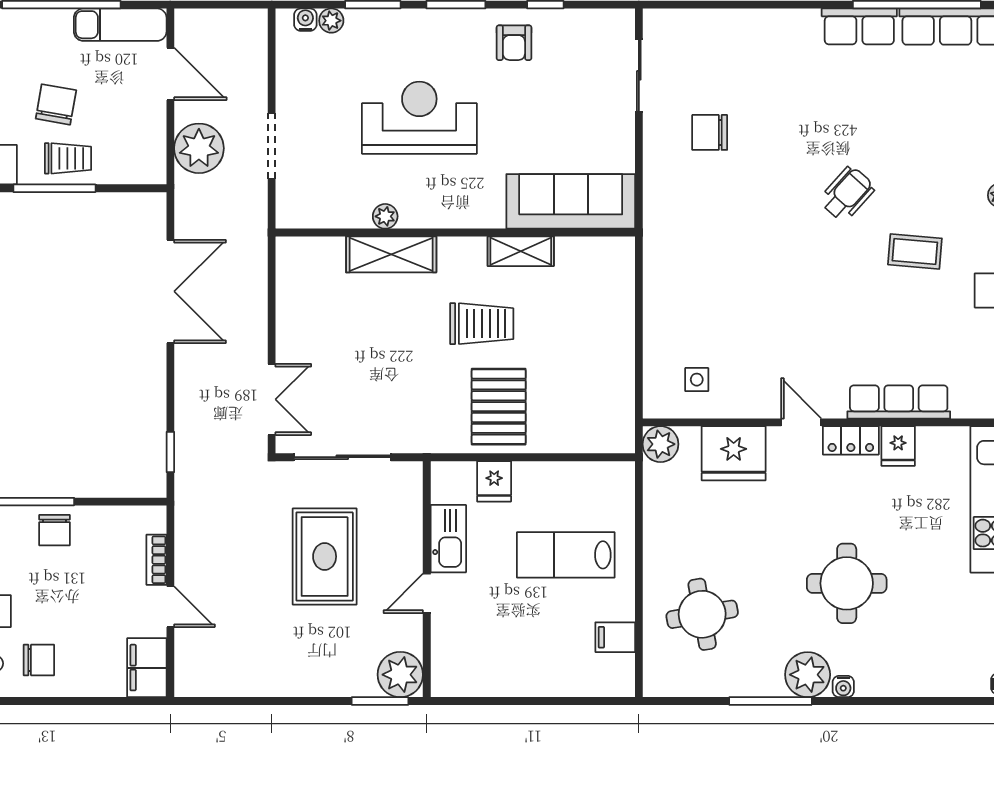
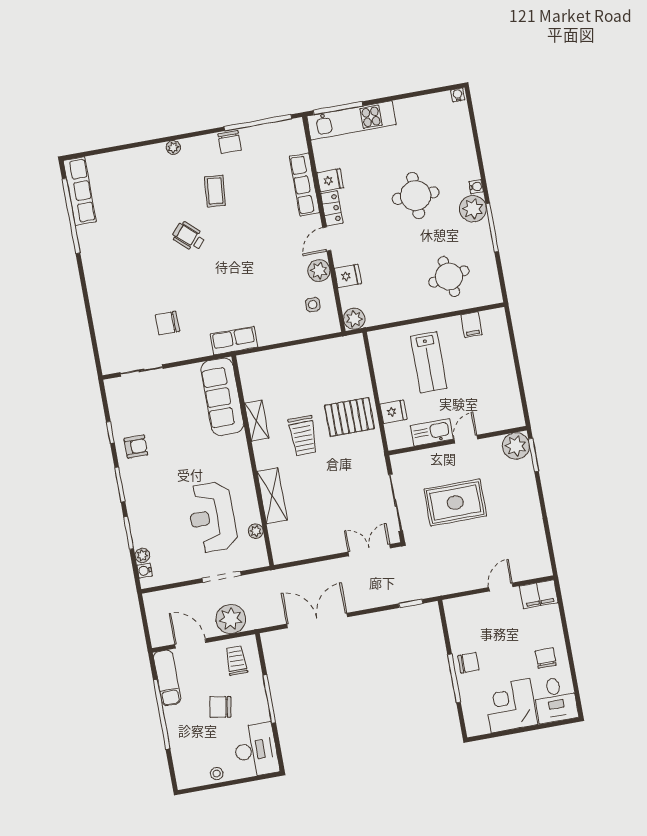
row of seats: (859, 26) -> (234, 341), moved, turned -90
door: (170, 74) -> (190, 643), hinge flipped
reception desk: (419, 118) -> (212, 517), moved
chair: (710, 132) -> (167, 323), turned 90
trolley: (68, 158) -> (236, 660), moved
plant: (385, 216) -> (256, 531), moved
trolley: (482, 324) -> (303, 436), turned 180
plant: (751, 400) -> (319, 271), added
fridge: (734, 453) -> (348, 276), width x0.53, depth x0.75
bookcase: (156, 560) -> (475, 600), removed
door: (427, 593) -> (466, 439), swing flipped

